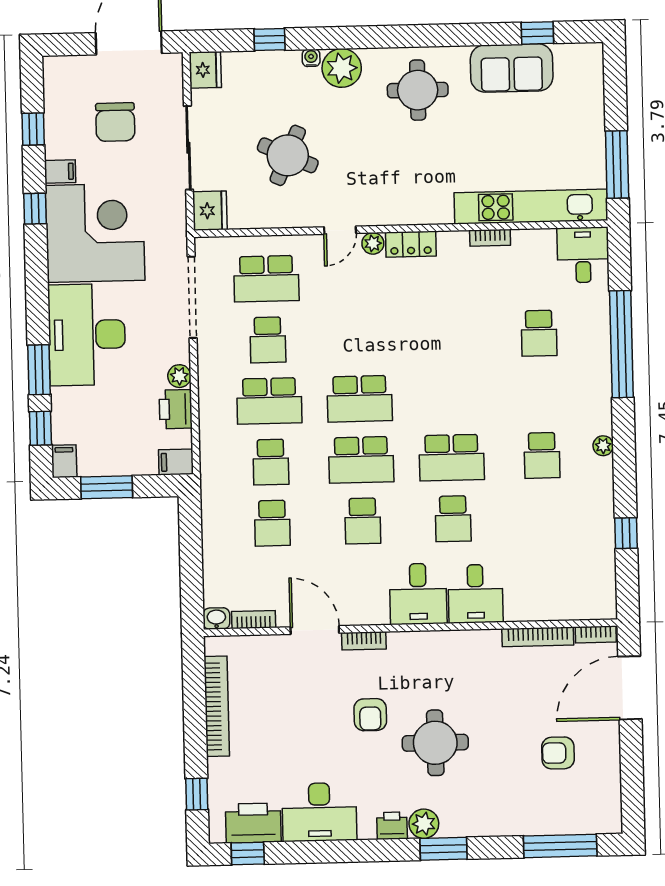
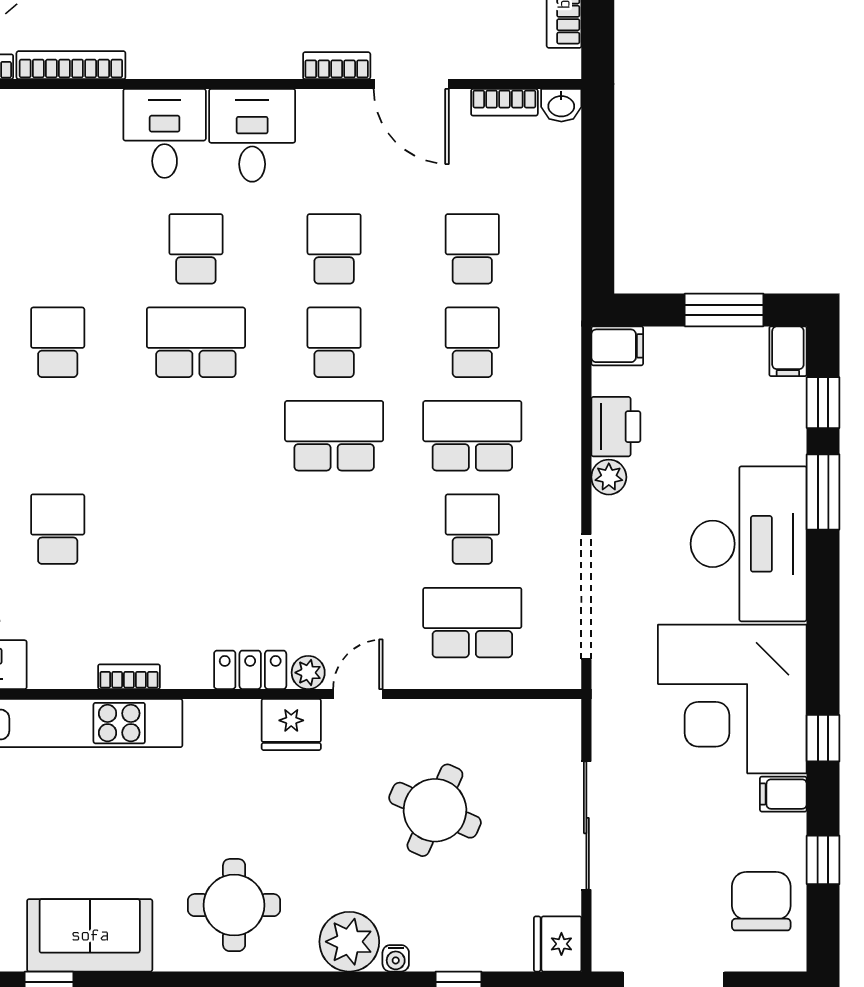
chair: (115, 122) -> (761, 901), moved
fridge: (210, 211) -> (291, 724), moved, turned -90
school desk: (361, 460) -> (334, 342), width x0.54

